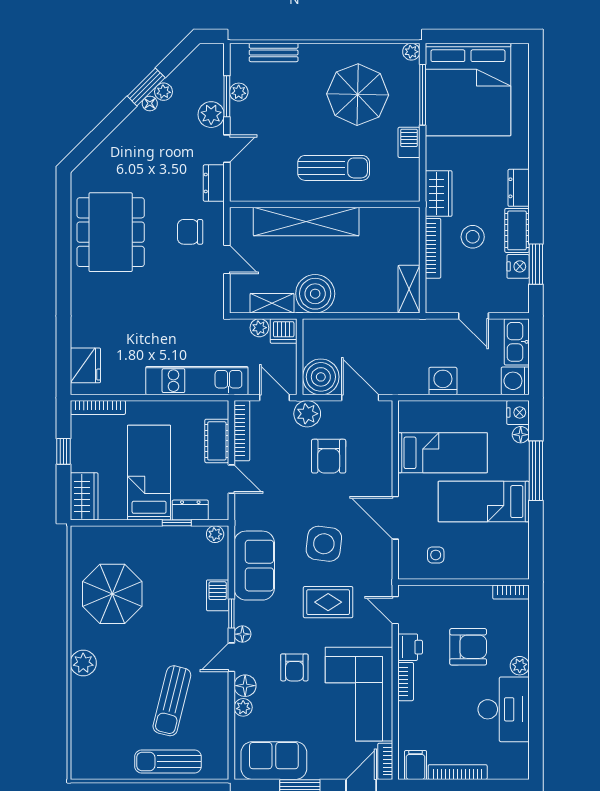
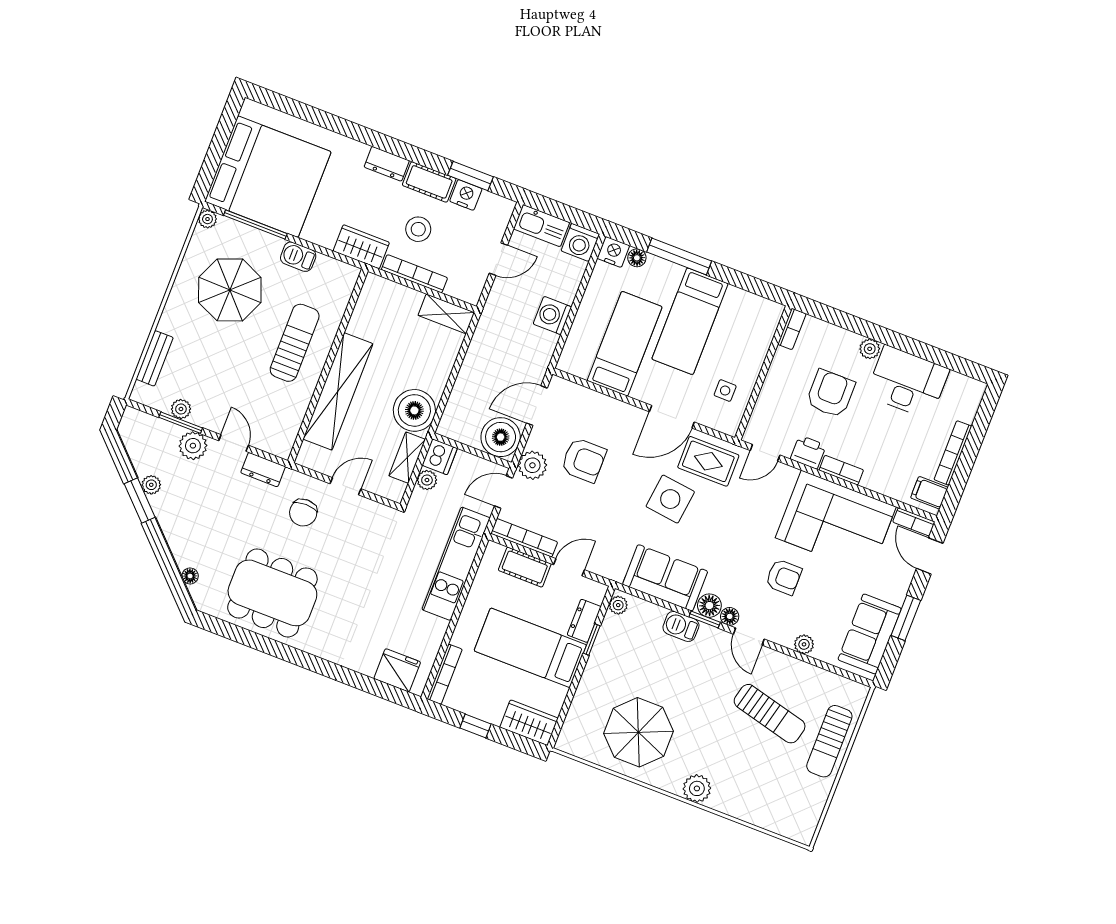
floor lamp: (150, 103) -> (190, 576), moved
rug: (328, 602) -> (708, 461), moved, turned 90
floor lamp: (245, 686) -> (709, 606), moved

